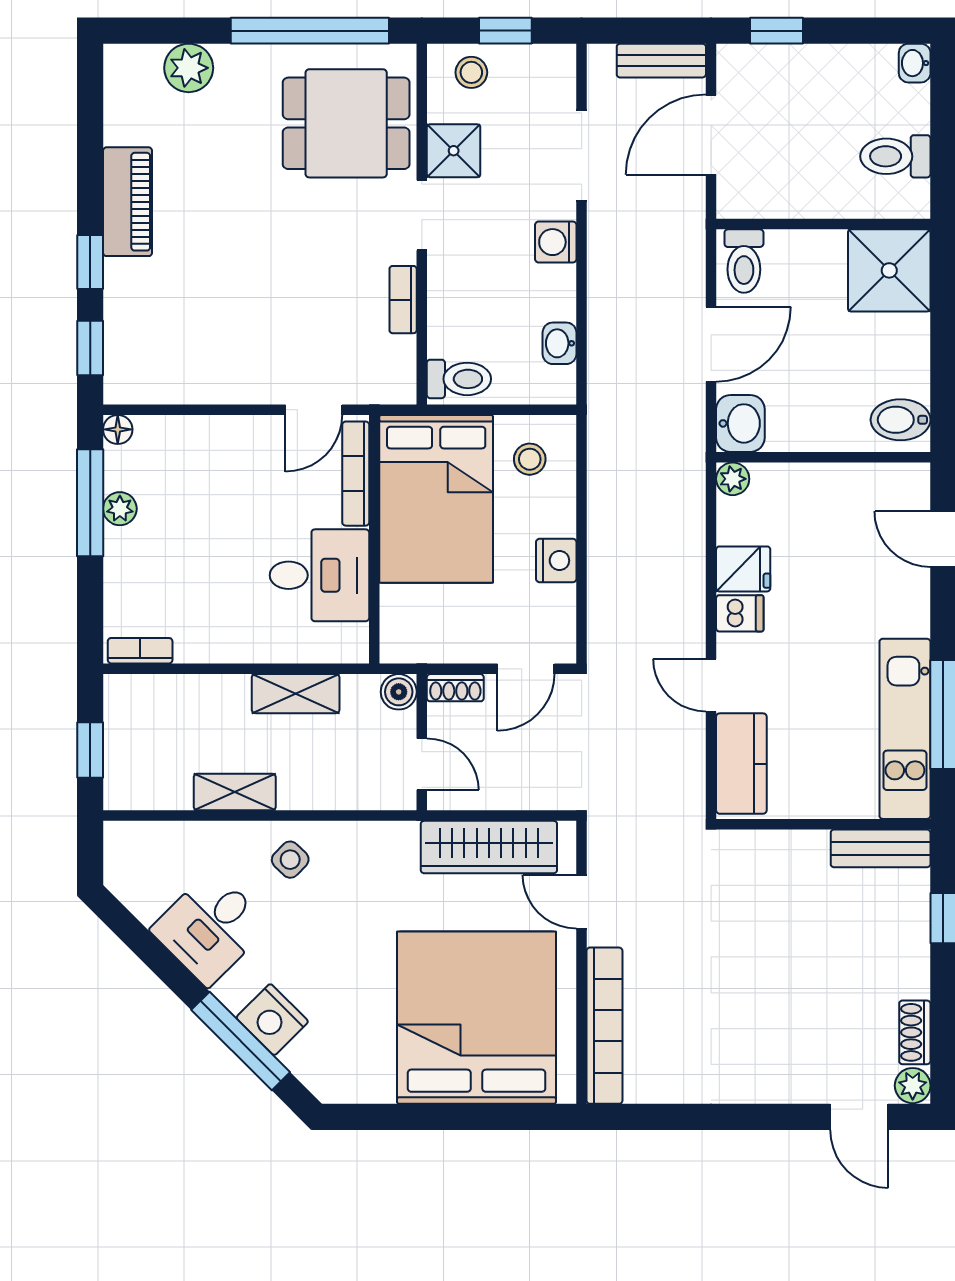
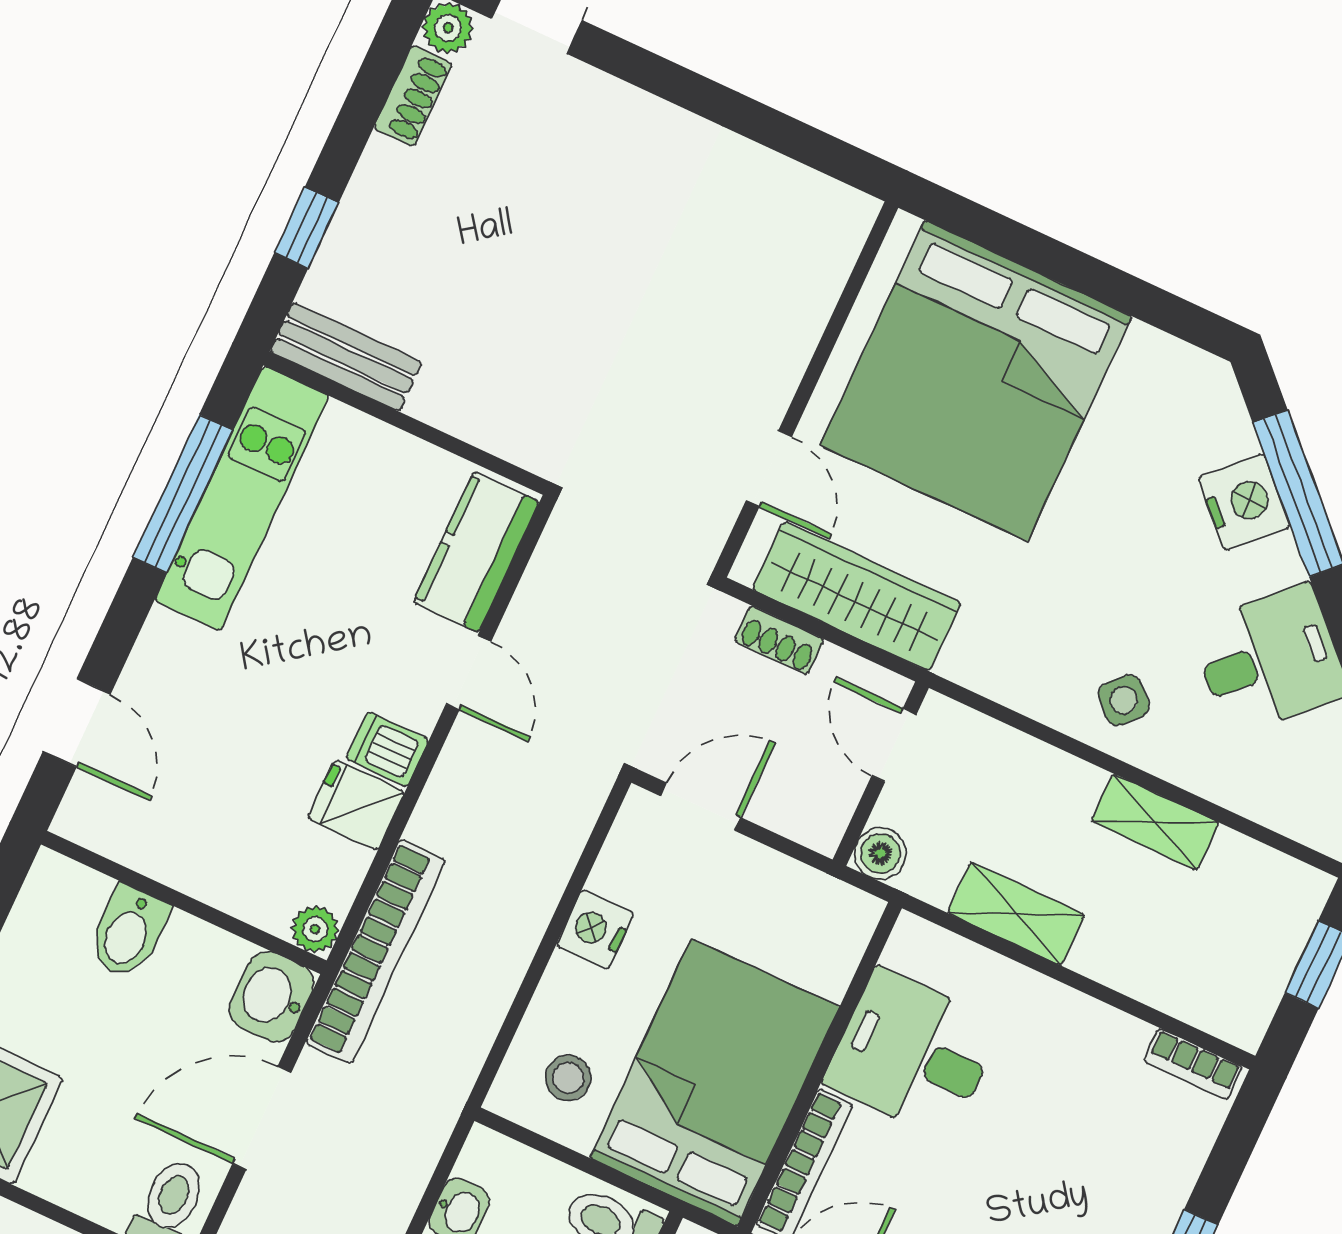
bidet: (901, 420) -> (128, 932), moved, turned 90
shoe rack: (455, 688) -> (779, 640), moved, turned 180
bookcase: (604, 1026) -> (376, 952), moved, turned 180

